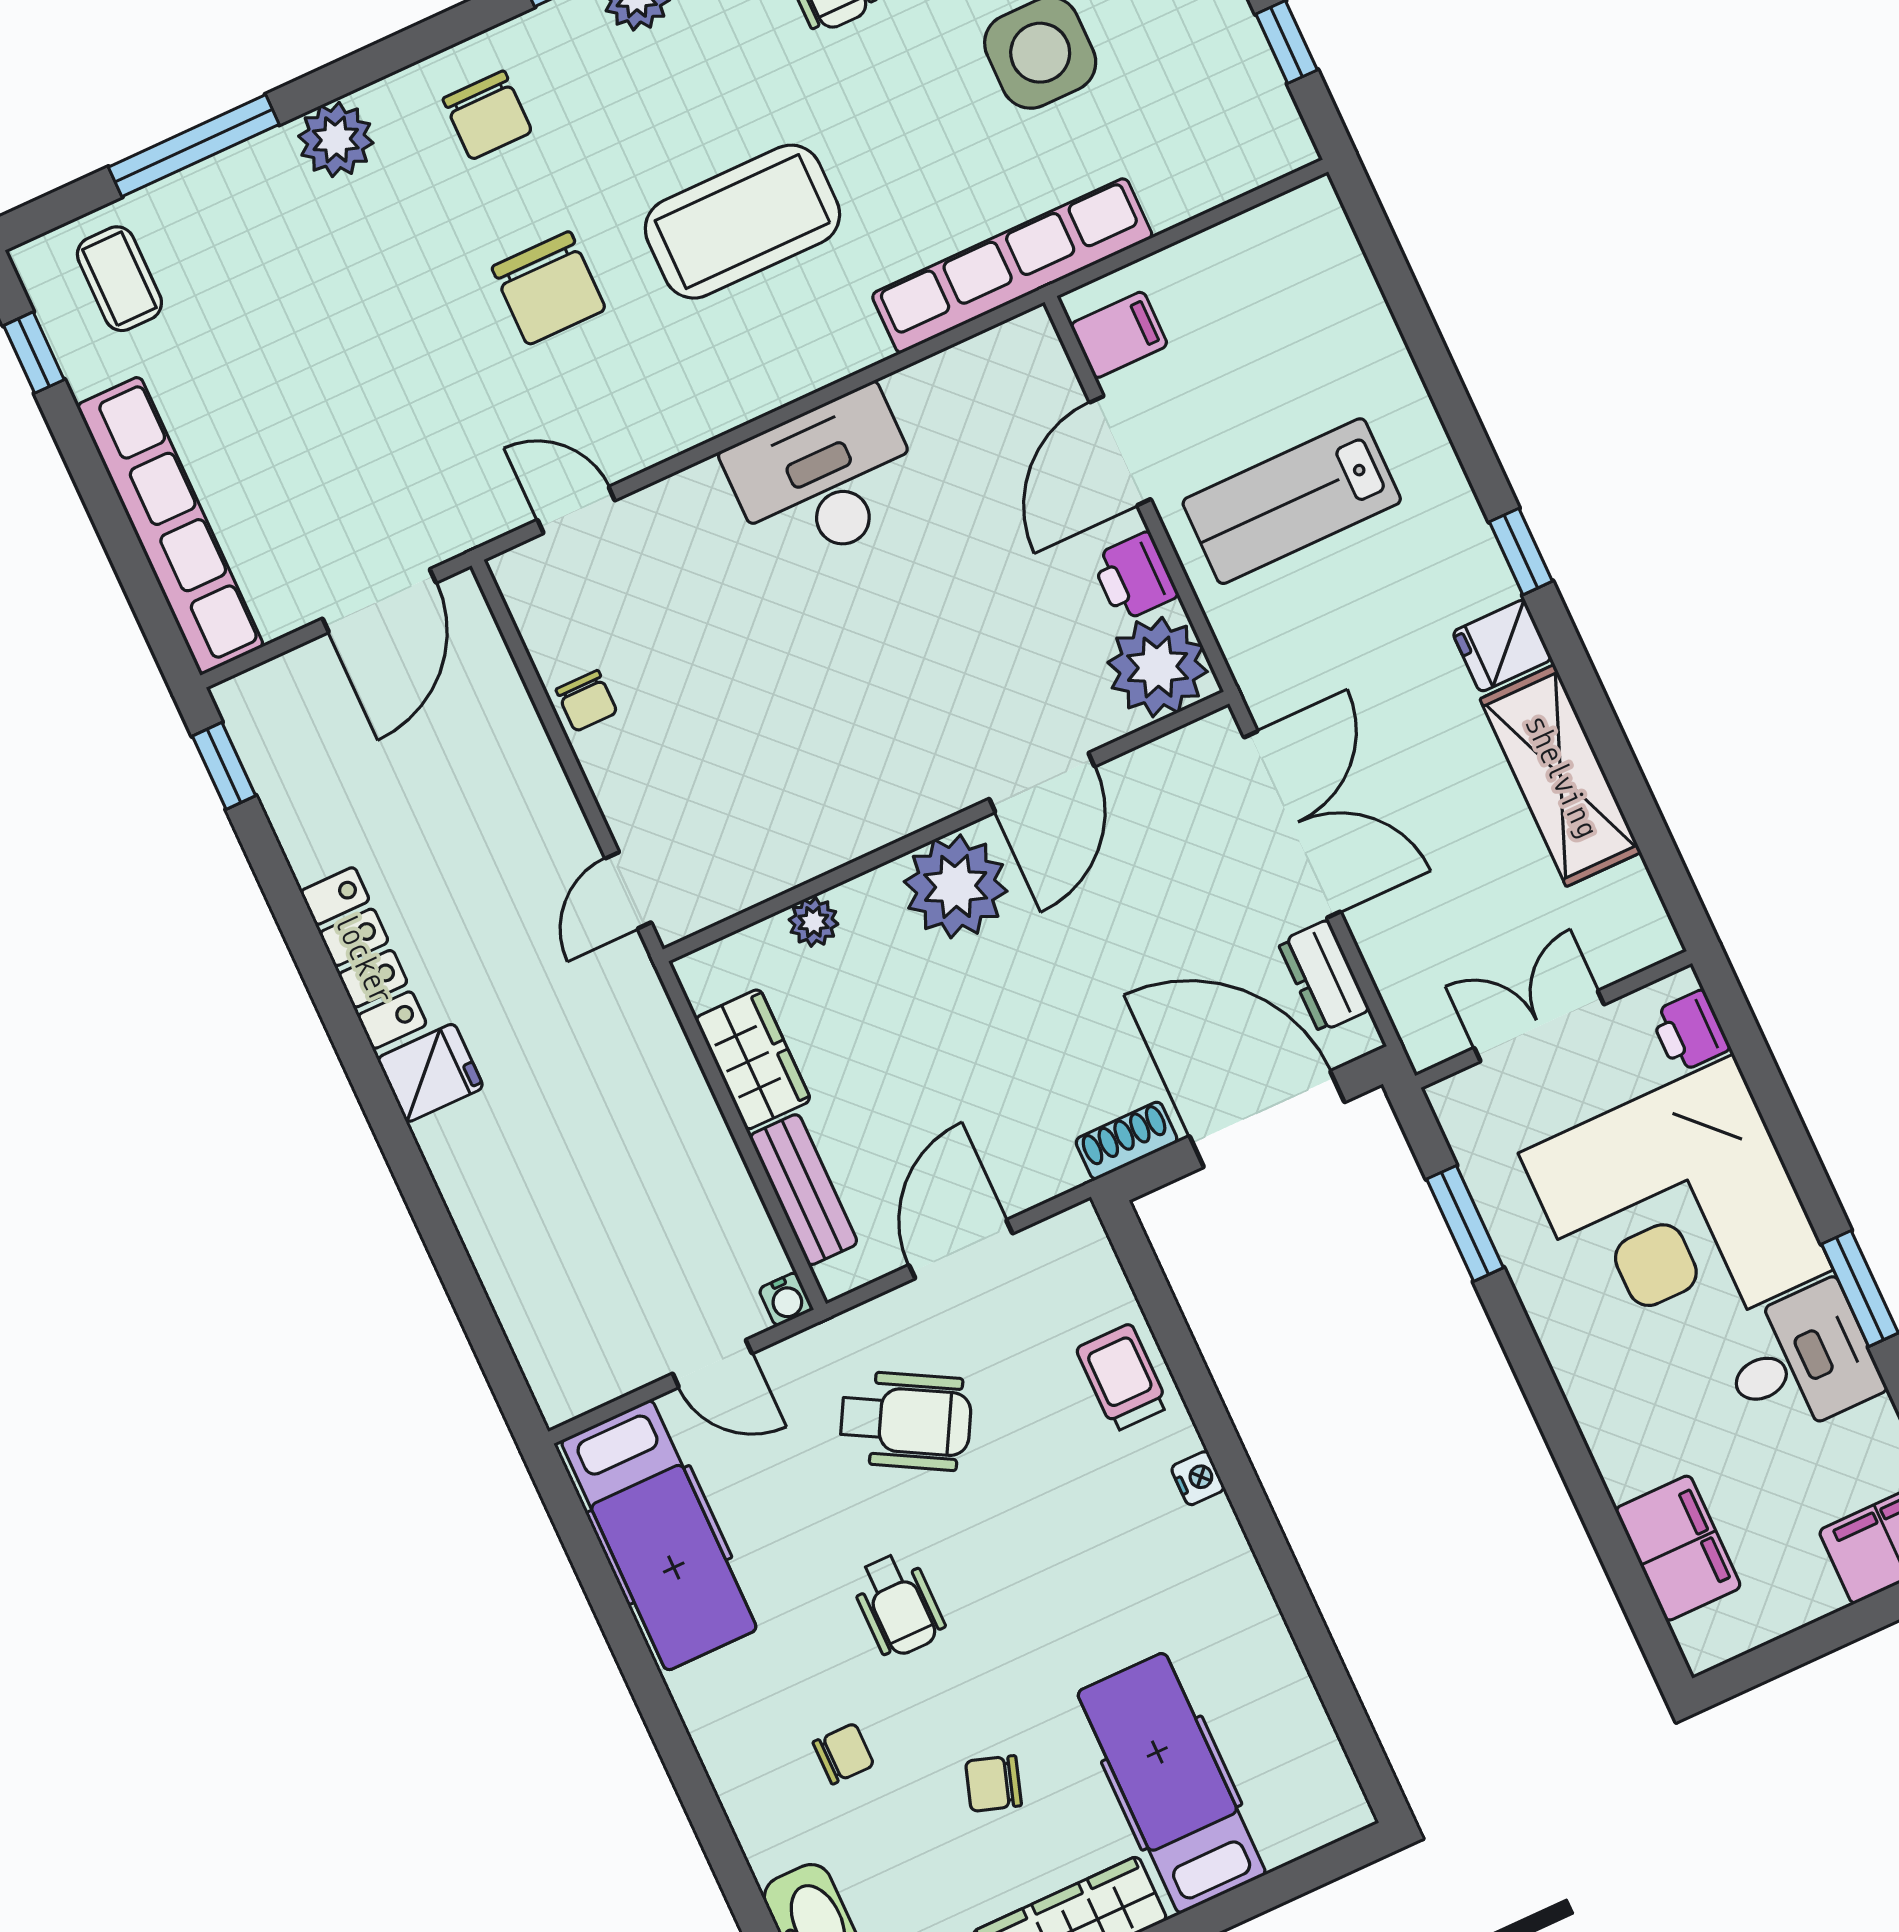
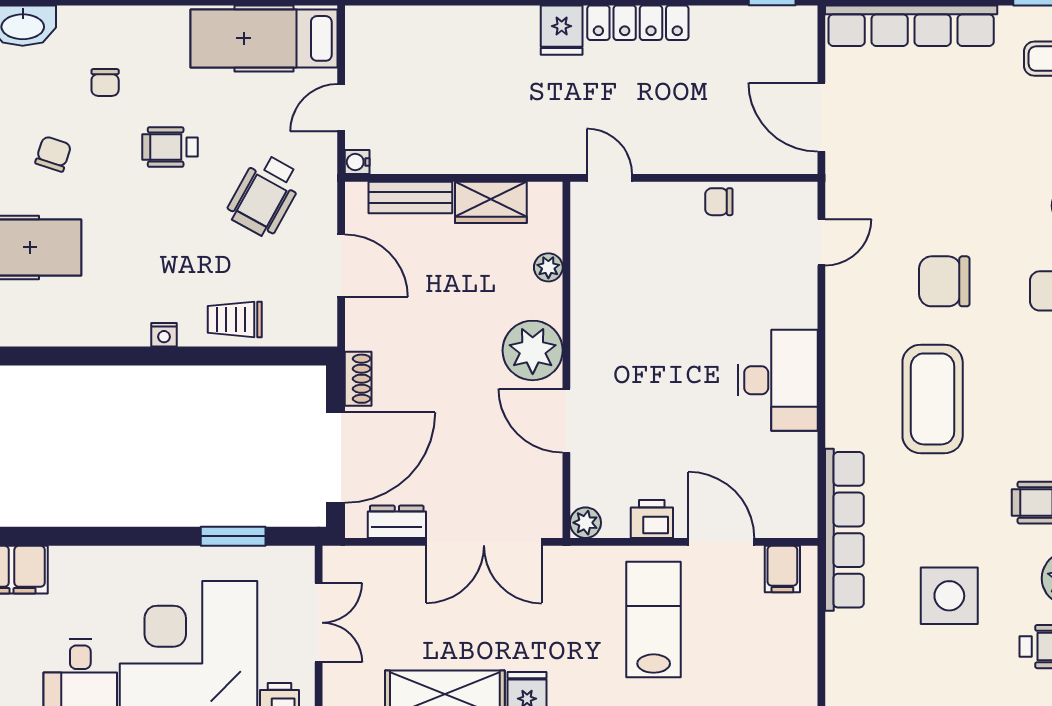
plant: (1158, 667) -> (585, 523), width x0.53, depth x0.53
trolley: (1123, 1378) -> (235, 319), turned 180

